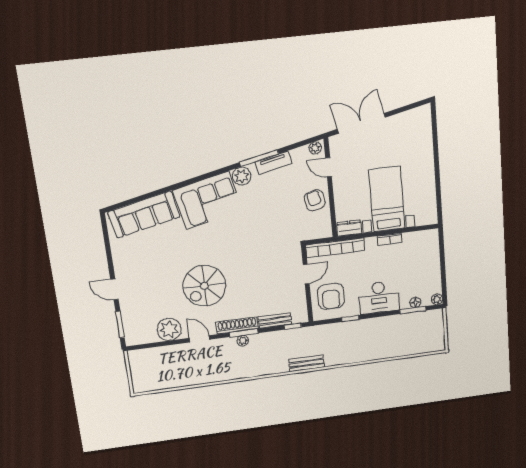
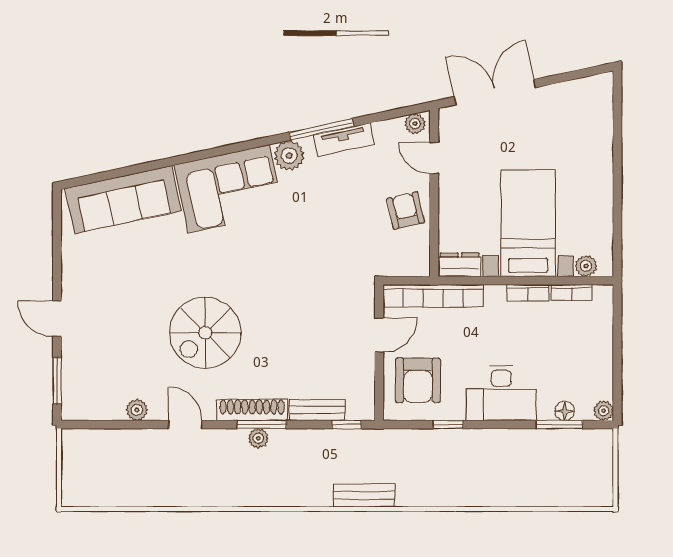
plant: (422, 220) -> (586, 266), added
bookcase: (415, 236) -> (572, 293), added
plant: (169, 329) -> (137, 410), width x0.53, depth x0.53

